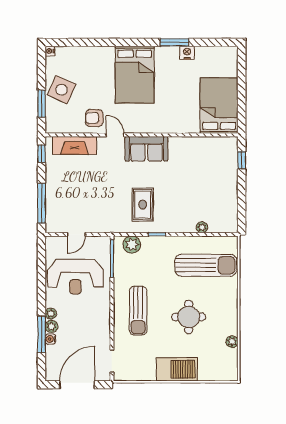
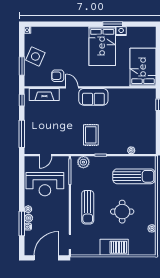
bed: (135, 75) -> (102, 46), moved

